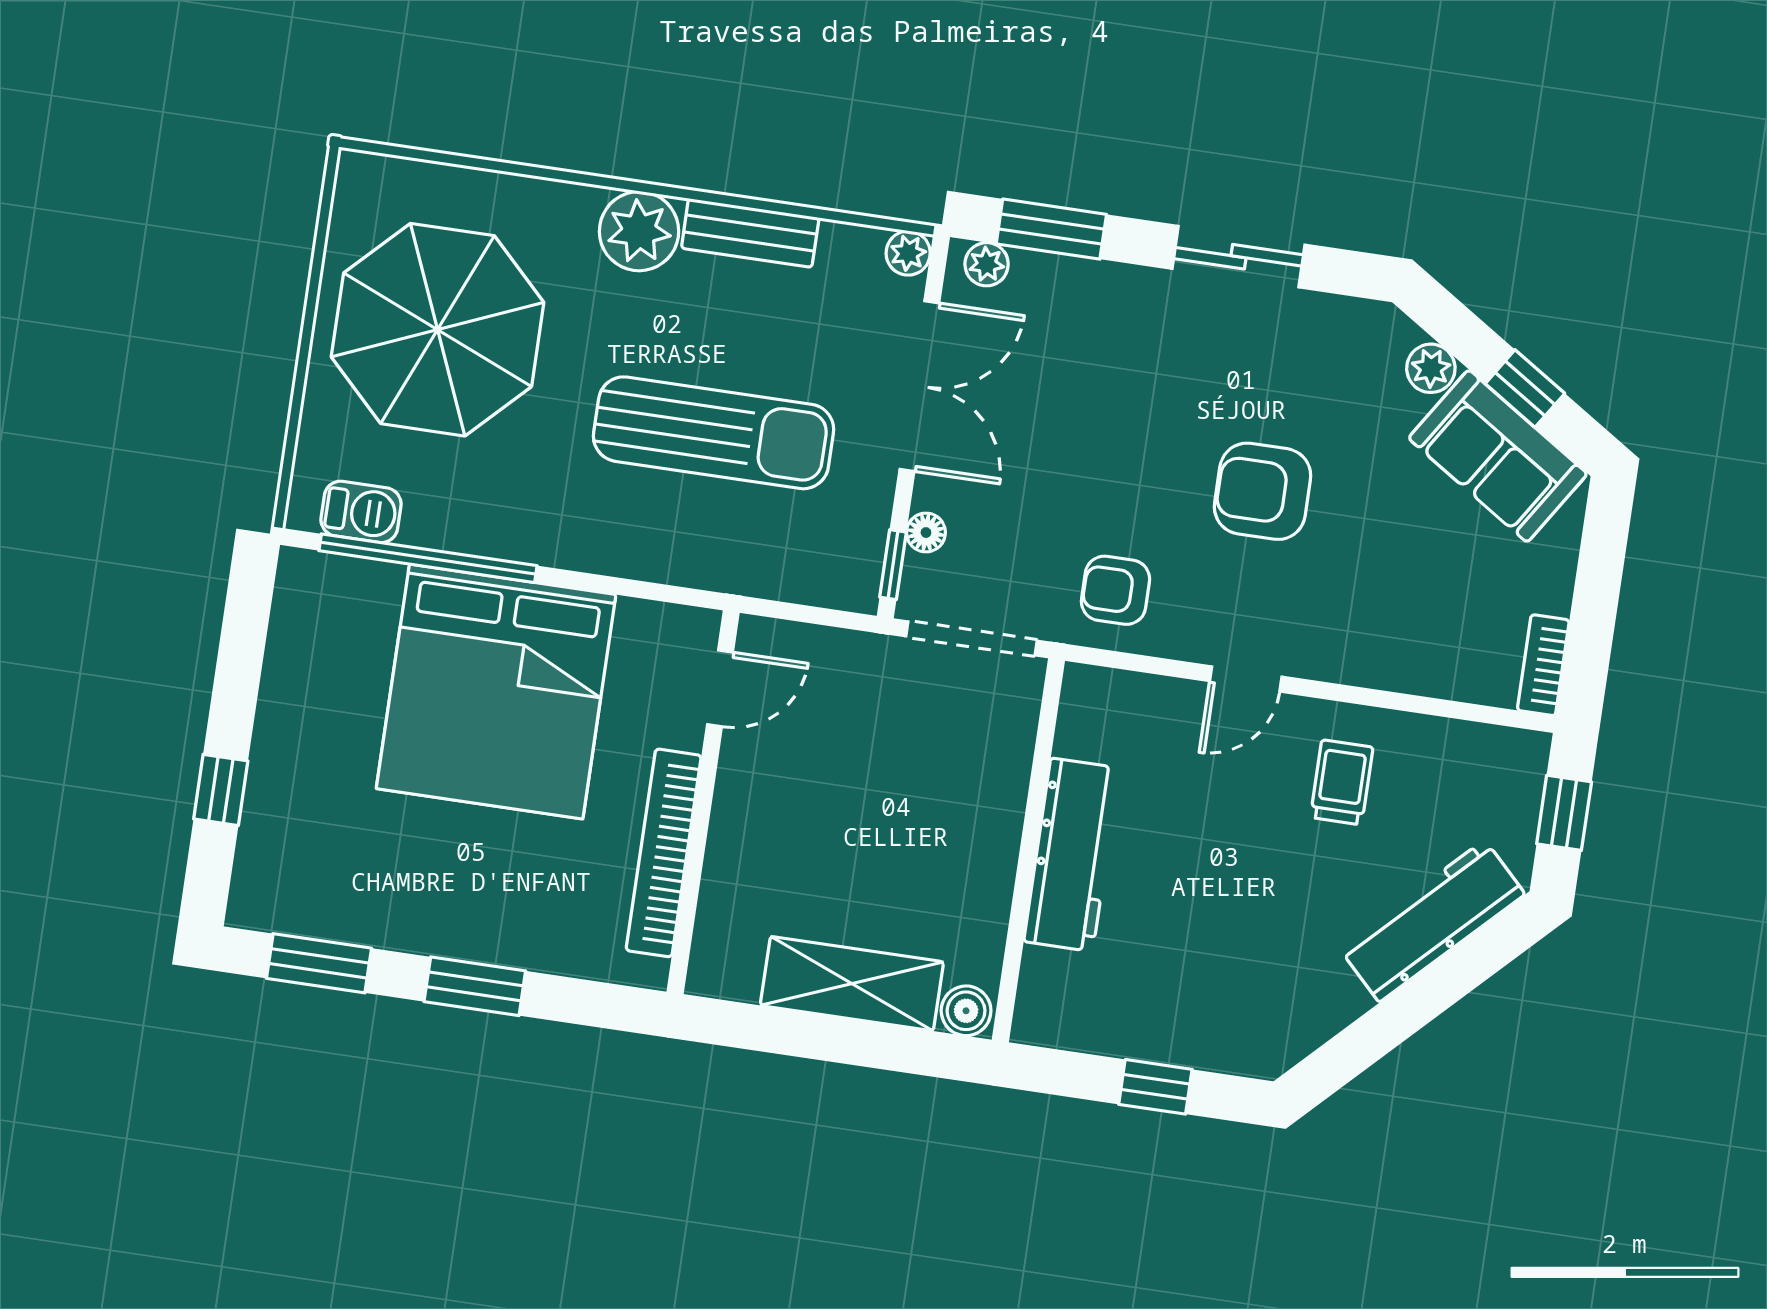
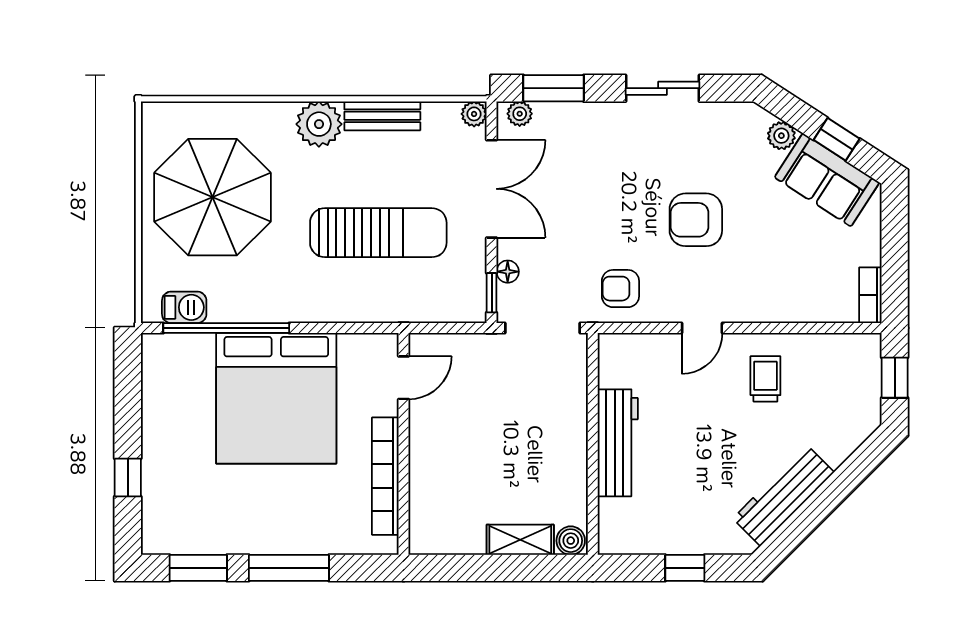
workbench: (1432, 921) -> (783, 495), moved
shelving: (852, 984) -> (520, 540), width x0.67, depth x0.75
window: (475, 986) -> (289, 568), width x1.44

